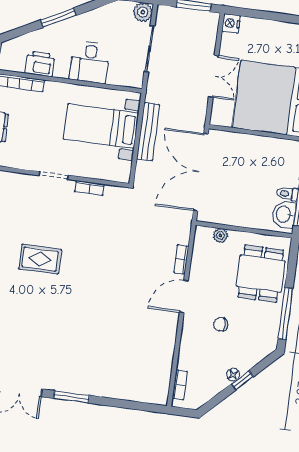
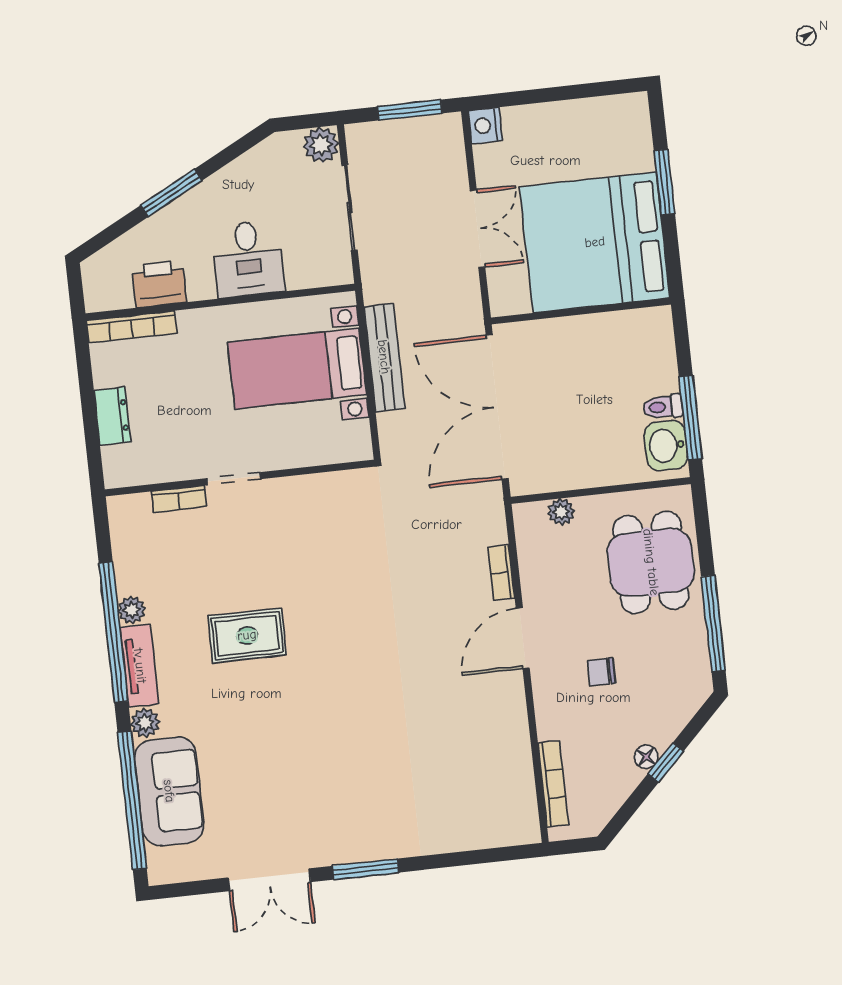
bookcase: (89, 188) -> (179, 499), moved
bookcase: (180, 385) -> (553, 784), width x1.56

